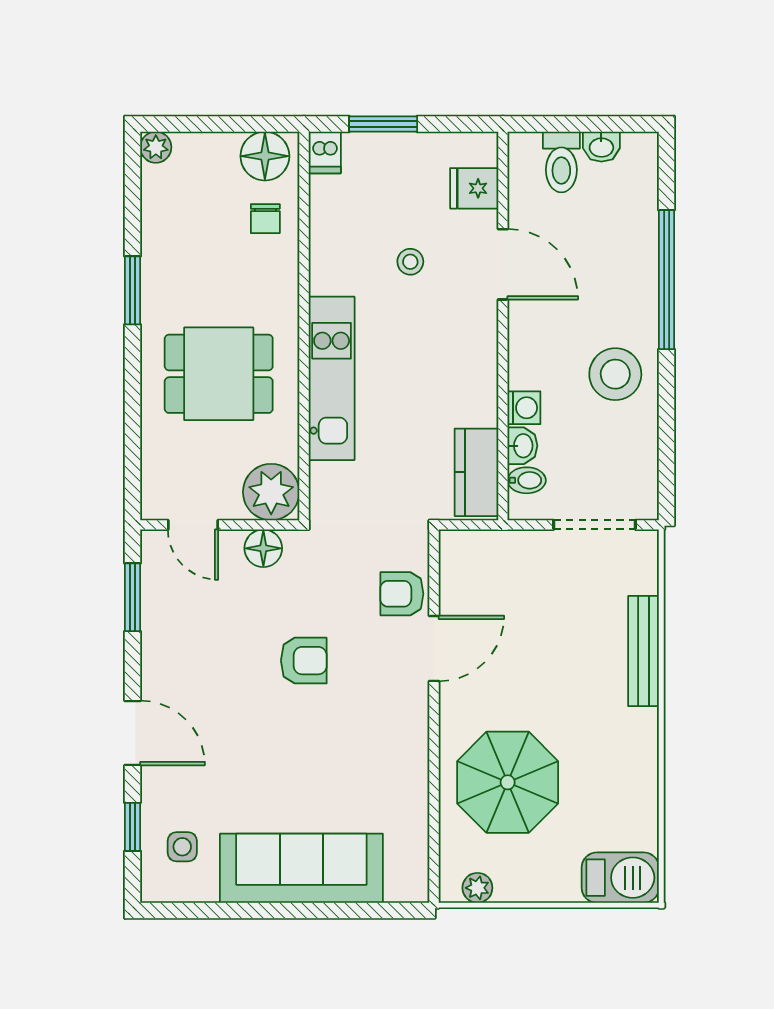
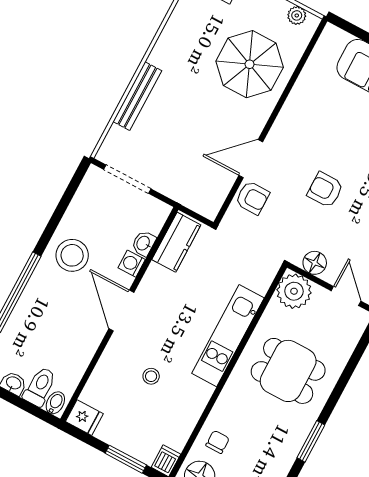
fridge: (474, 188) -> (84, 418), moved
door: (503, 264) -> (121, 311), moved
bidet: (527, 480) -> (55, 403), moved, turned 90

